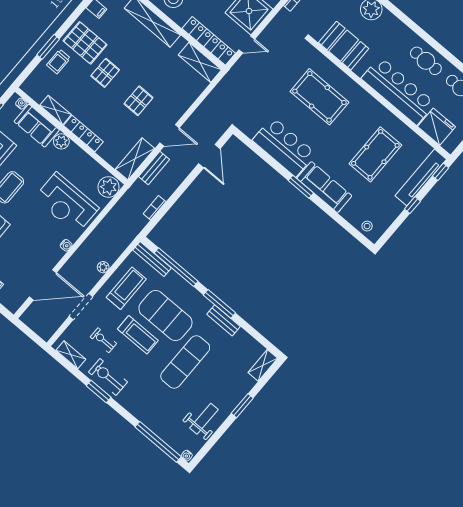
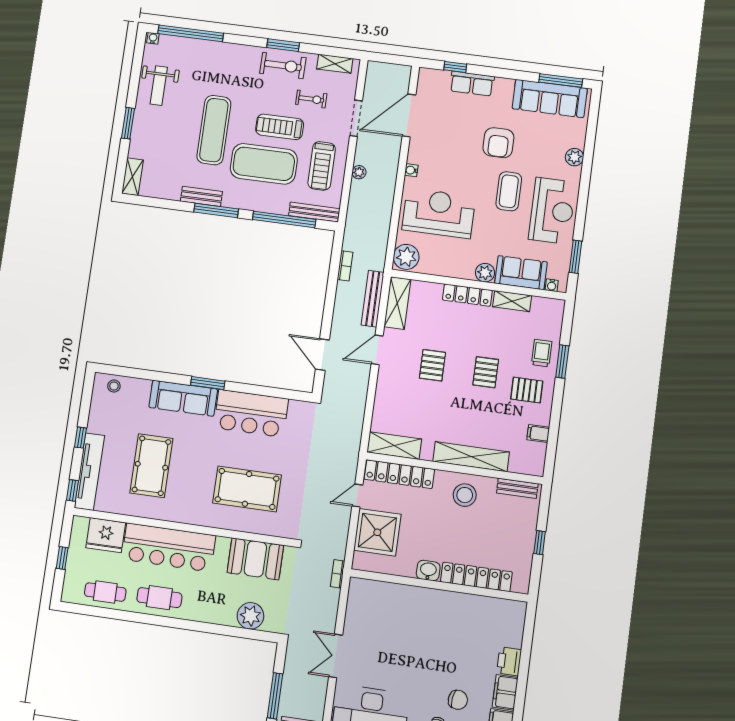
pallet: (85, 43) -> (527, 390), width x0.67, depth x0.71
bench: (154, 168) -> (373, 299), width x1.36

